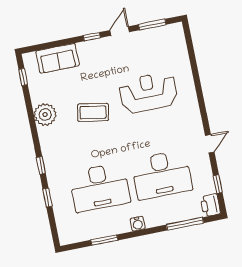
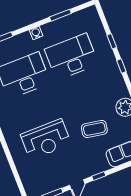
coffee table: (93, 112) -> (94, 129), moved

